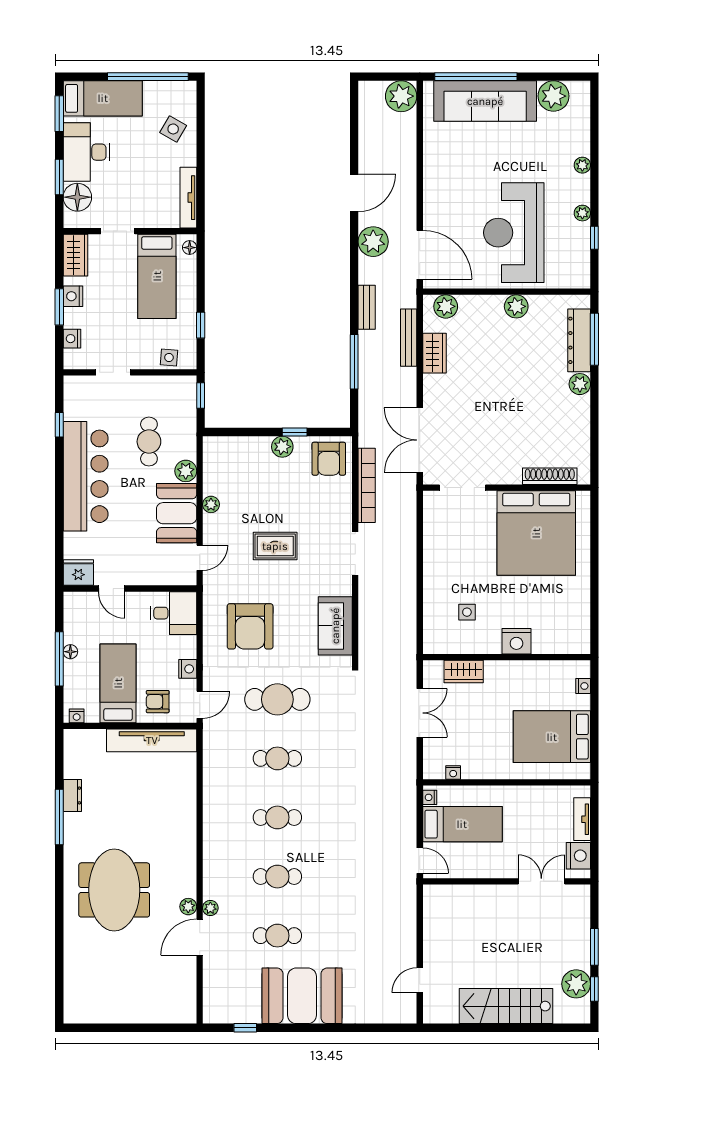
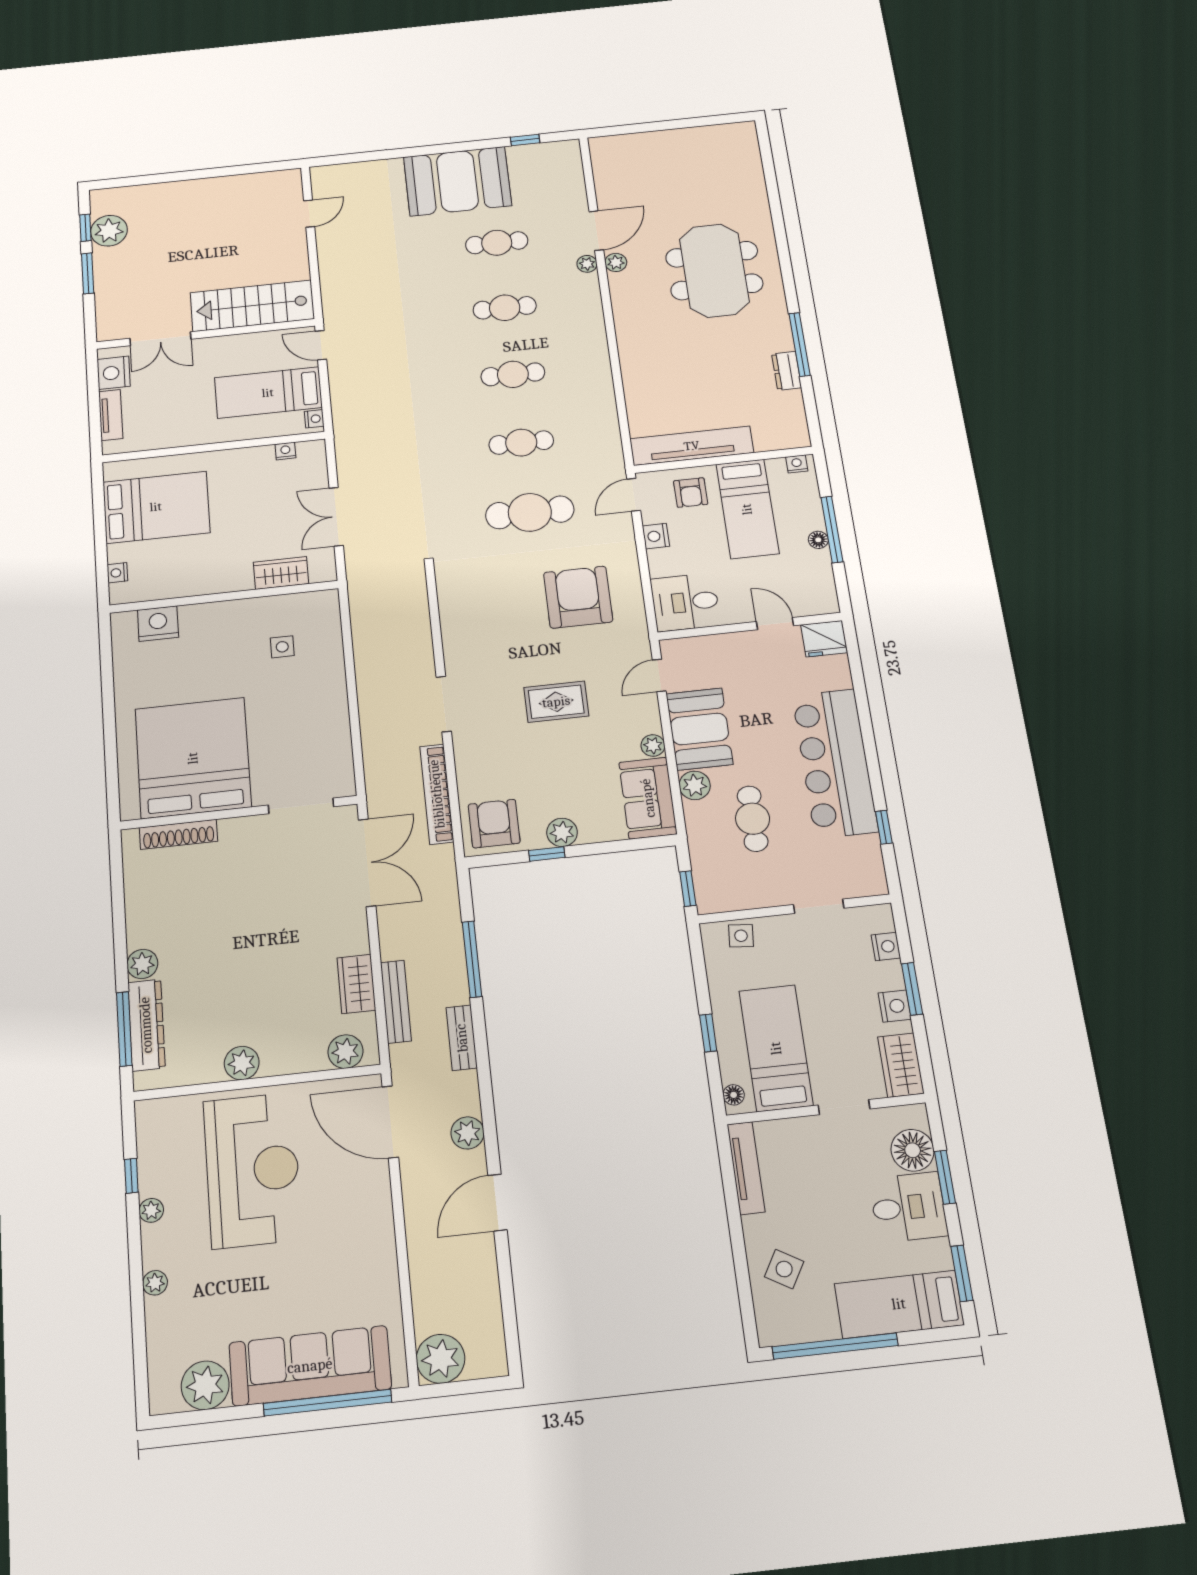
desk: (86, 152) -> (908, 1207), width x0.73
plant: (373, 242) -> (467, 1133), width x0.73, depth x0.73
window: (201, 325) -> (708, 1033), moved
sofa: (335, 626) -> (648, 798), moved, turned 180
nightstand: (516, 641) -> (158, 624), moved
armchair: (158, 702) -> (691, 493), turned 90
stairs: (506, 1006) -> (252, 306), moved, turned 180

